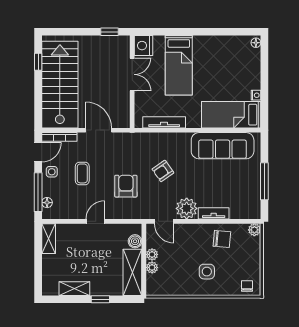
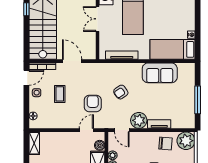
double door: (132, 74) -> (98, 19), swing flipped
sofa: (223, 146) -> (160, 73), width x0.73
window: (38, 192) -> (26, 108), removed
door: (95, 221) -> (86, 130), moved
plant: (254, 230) -> (186, 141), width x1.87, depth x1.87

